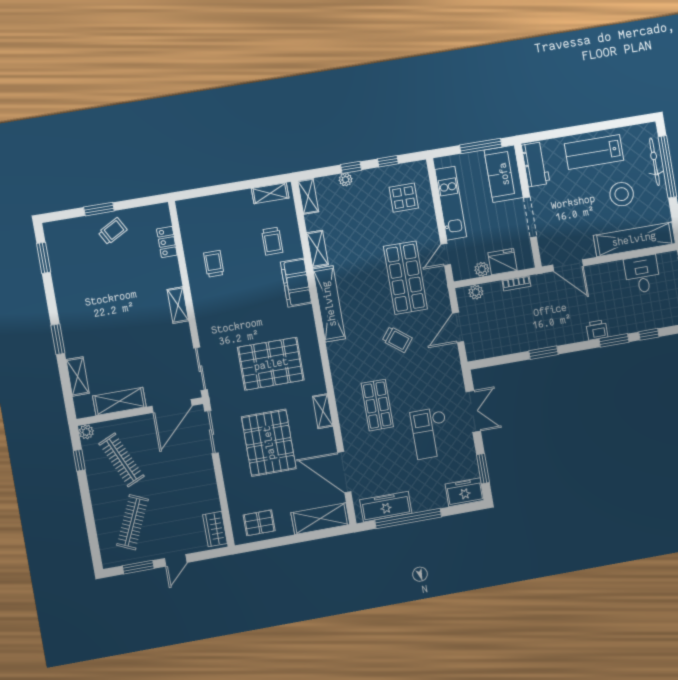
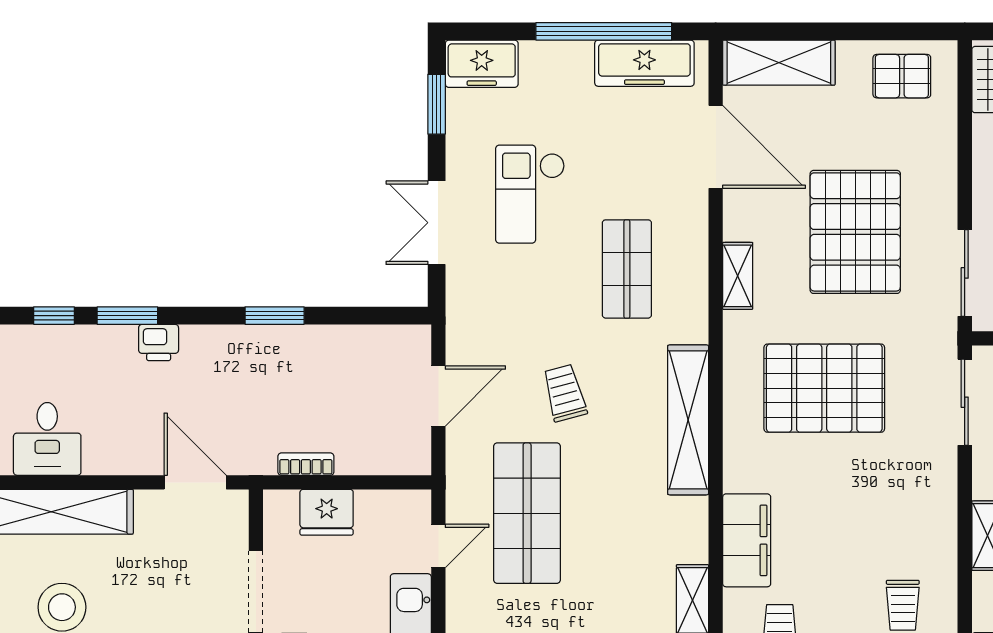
plant: (482, 269) -> (371, 504), removed
plant: (476, 292) -> (391, 460), removed
shelving: (329, 304) -> (688, 420), moved
trolley: (397, 339) -> (565, 393), turned 37
checkout: (430, 433) -> (530, 194), turned 180

